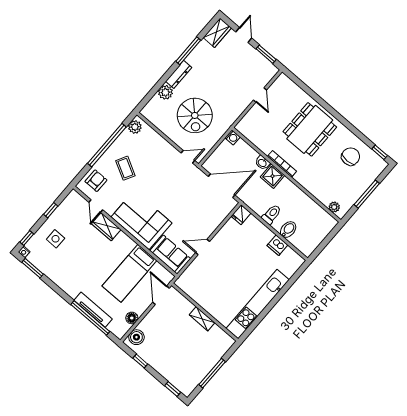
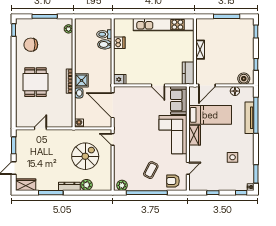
dining table: (310, 129) -> (35, 82), width x0.73
toilet: (271, 214) -> (104, 34), moved
wardrobe: (106, 227) -> (195, 135), moved
side table: (56, 239) -> (233, 157), moved
kitchen counter: (189, 287) -> (188, 73), added

